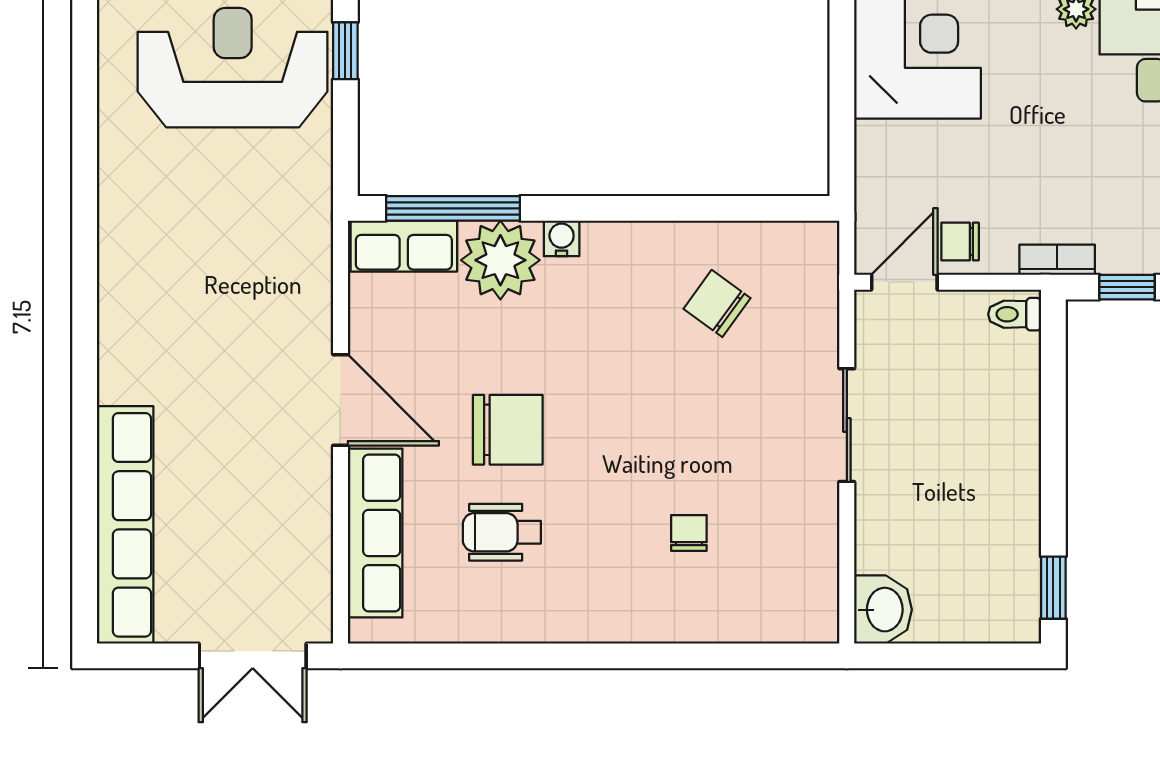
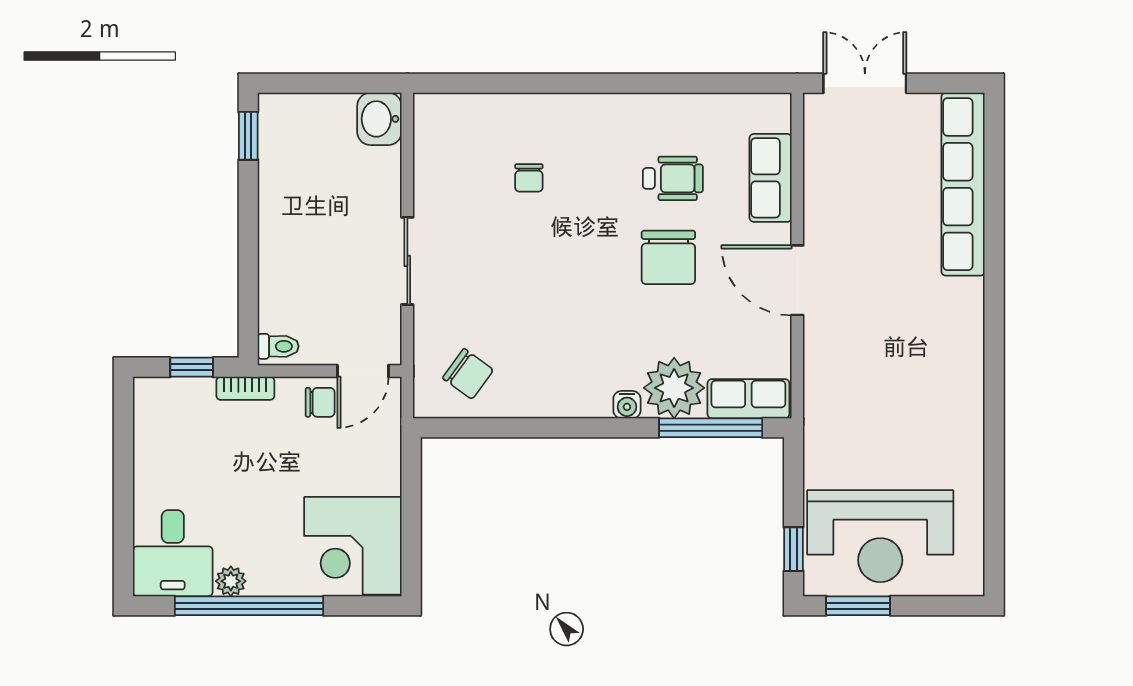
chair: (717, 303) -> (468, 374), moved
chair: (508, 430) -> (668, 257), turned -90
row of seats: (375, 533) -> (771, 178), width x0.68

